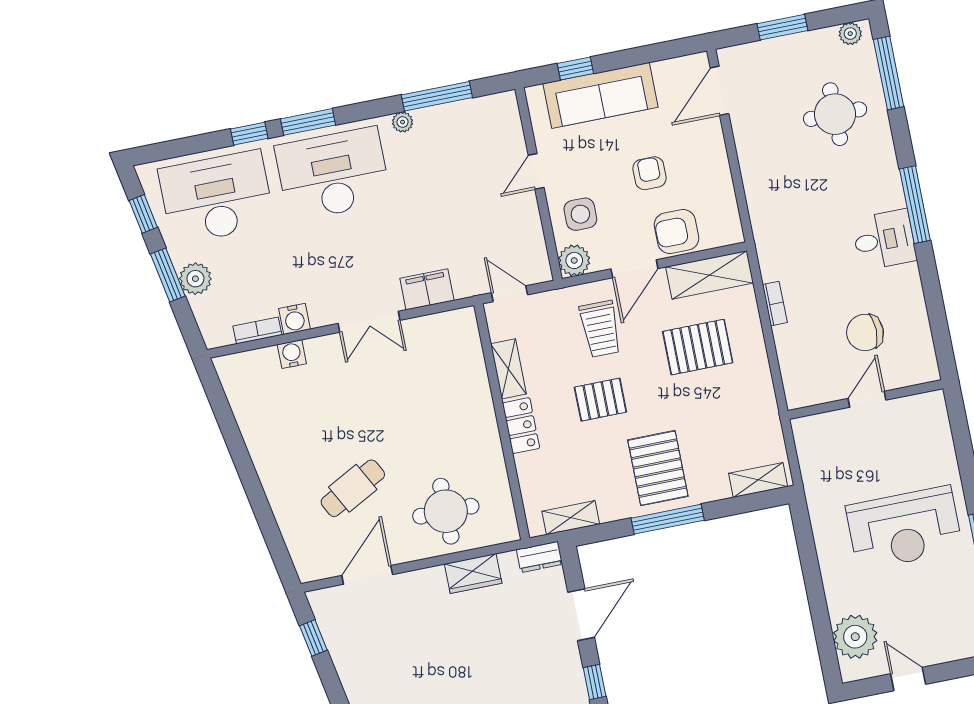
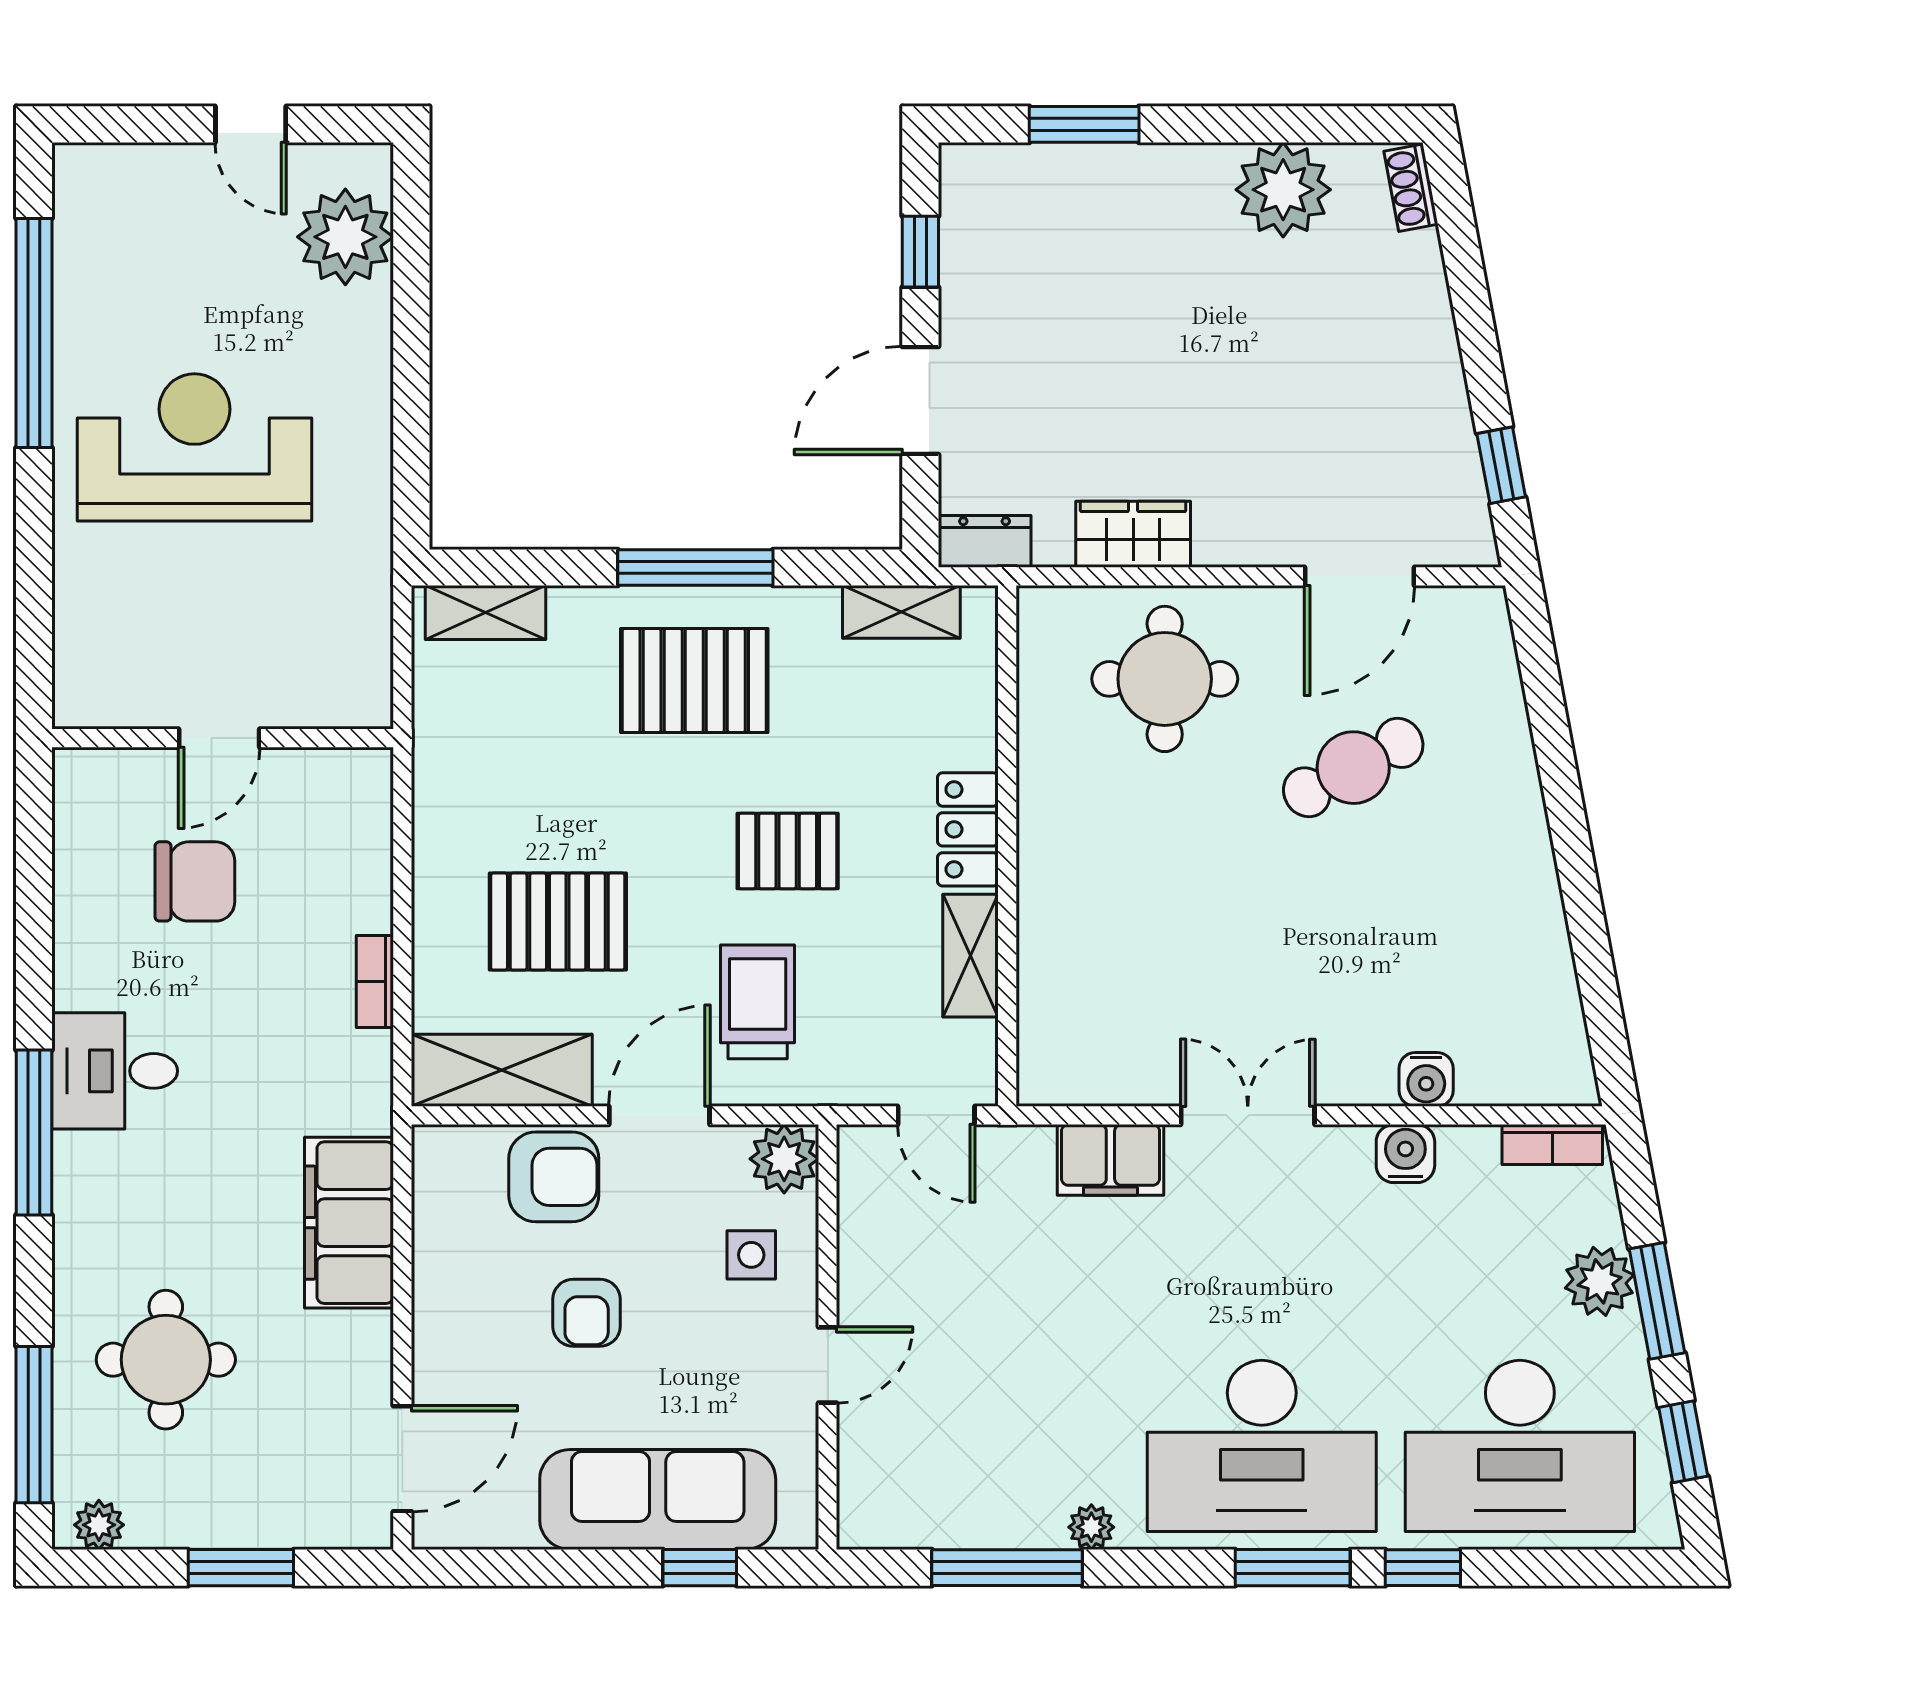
filing cabinet: (765, 192) -> (349, 1223), added
side table: (580, 214) -> (751, 1255), width x0.73, depth x0.73
bookcase: (257, 330) -> (1552, 1144), moved
pallet: (658, 468) -> (694, 681), turned 90

